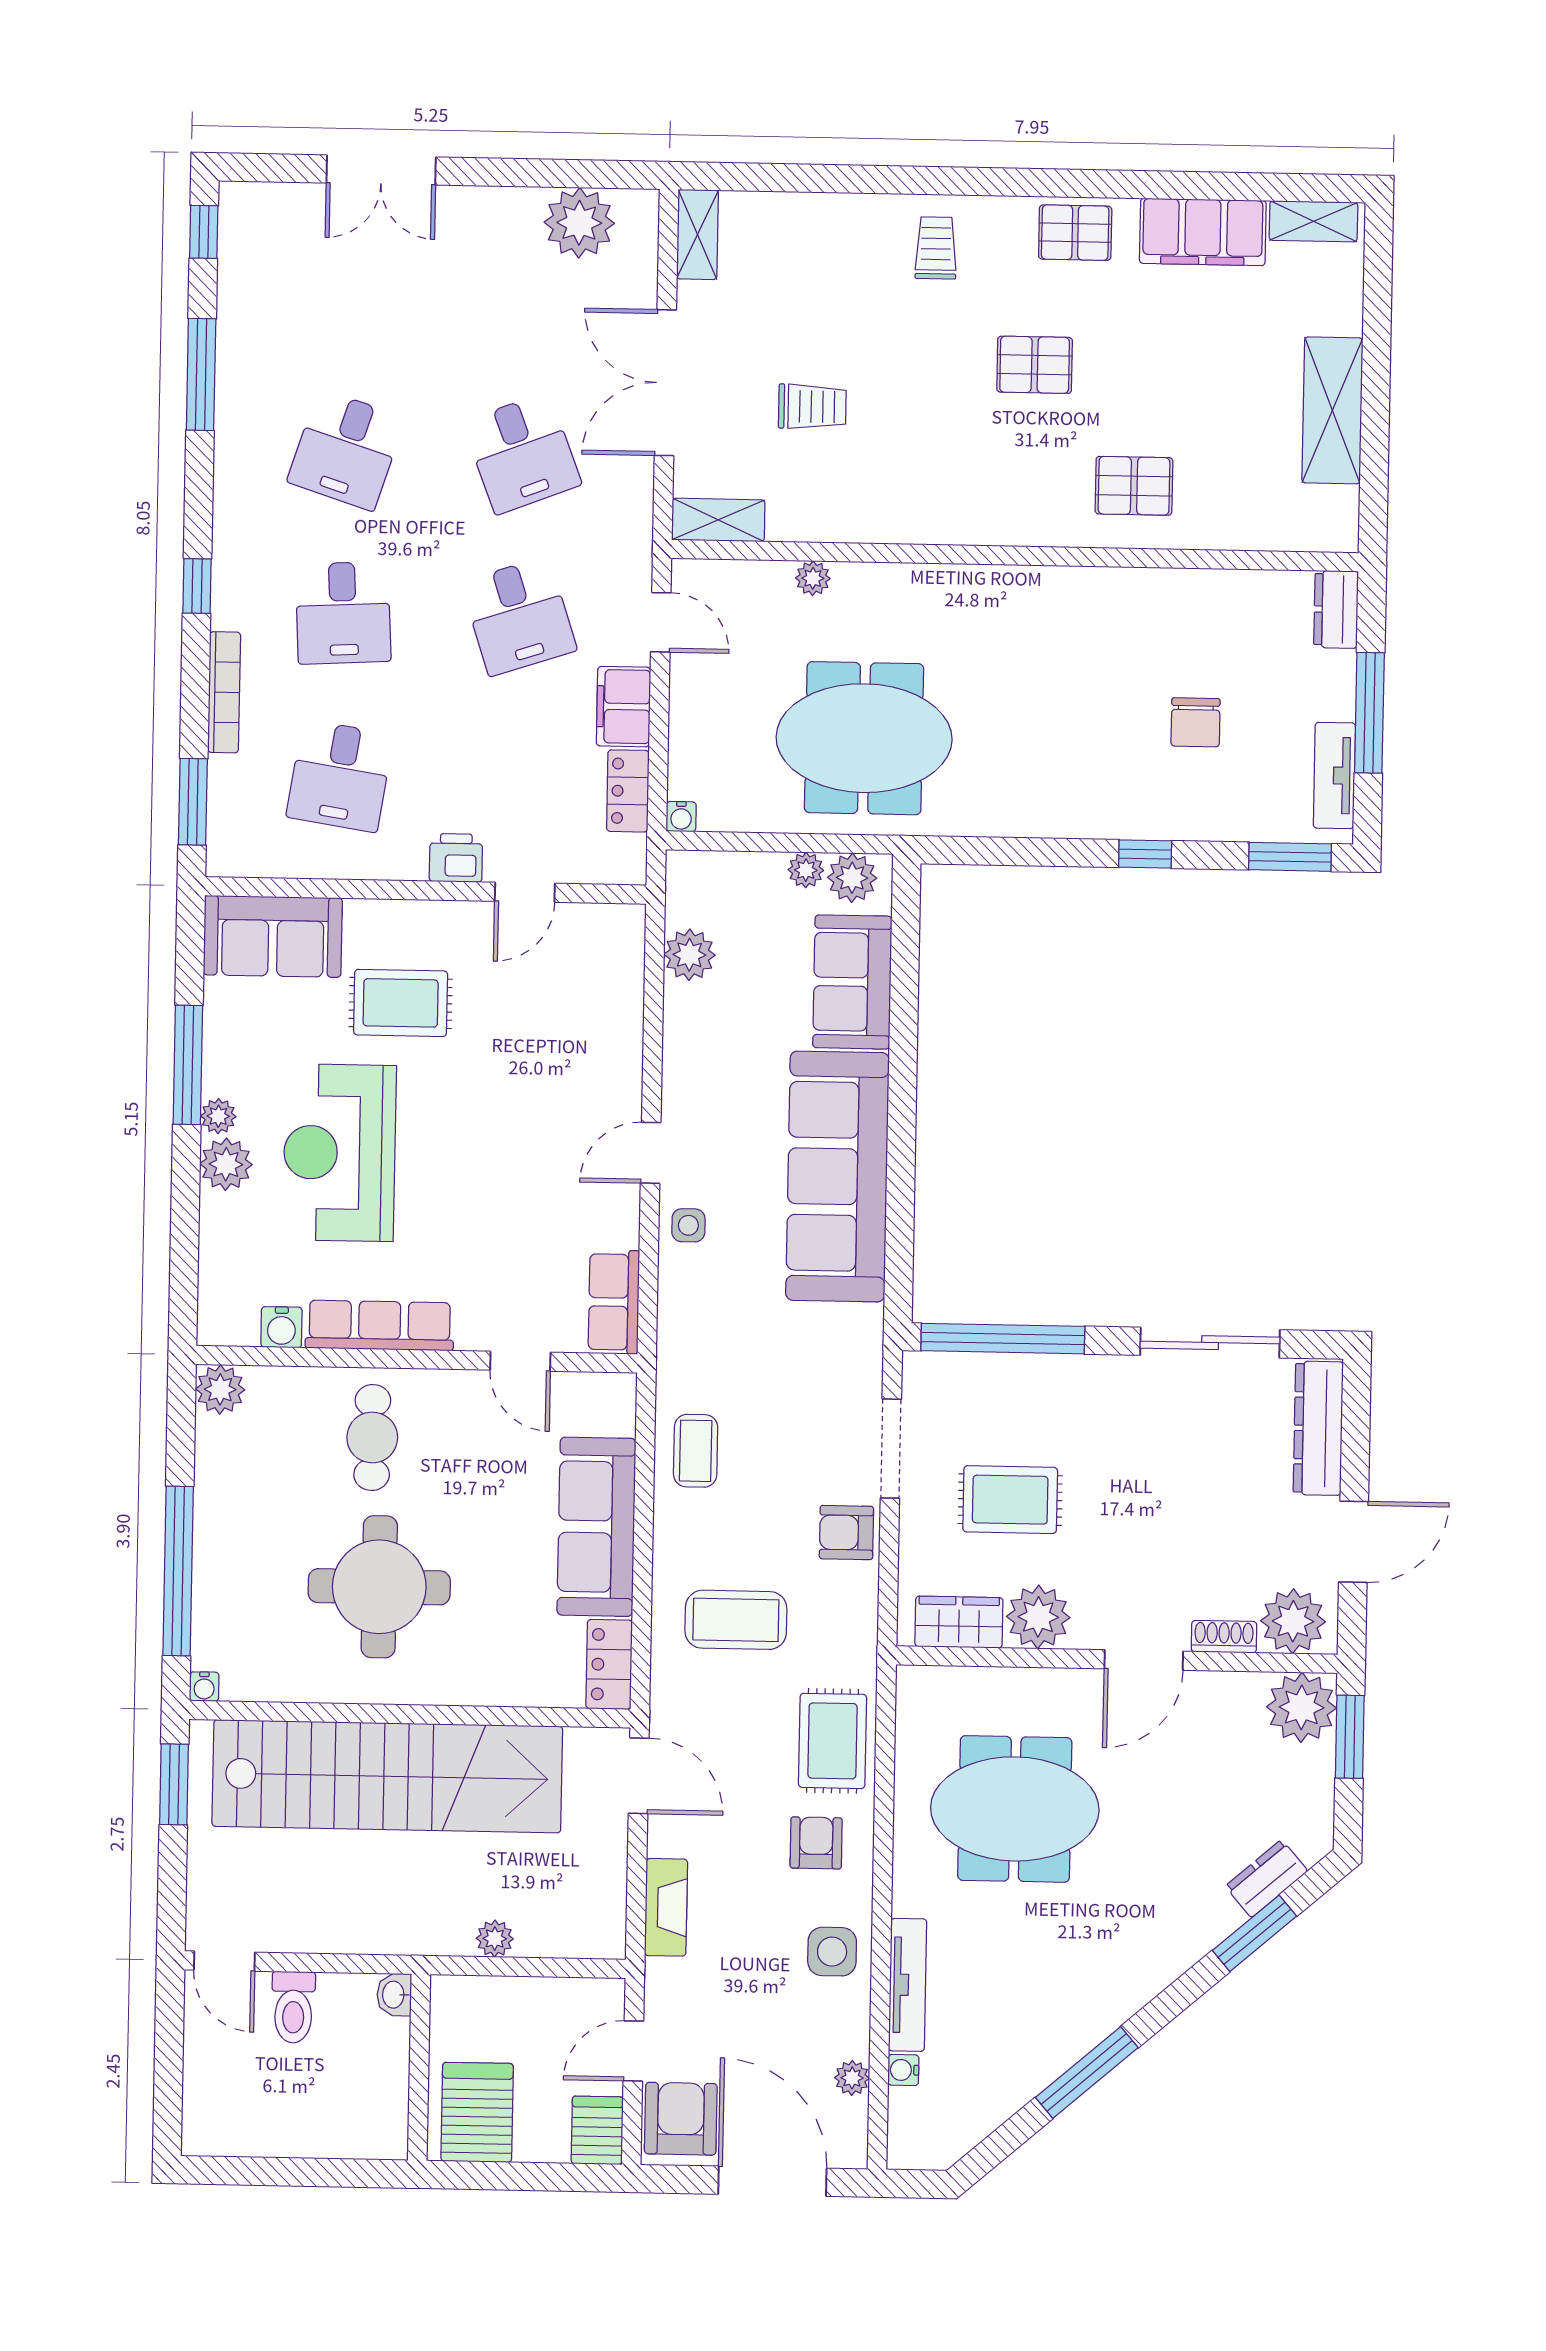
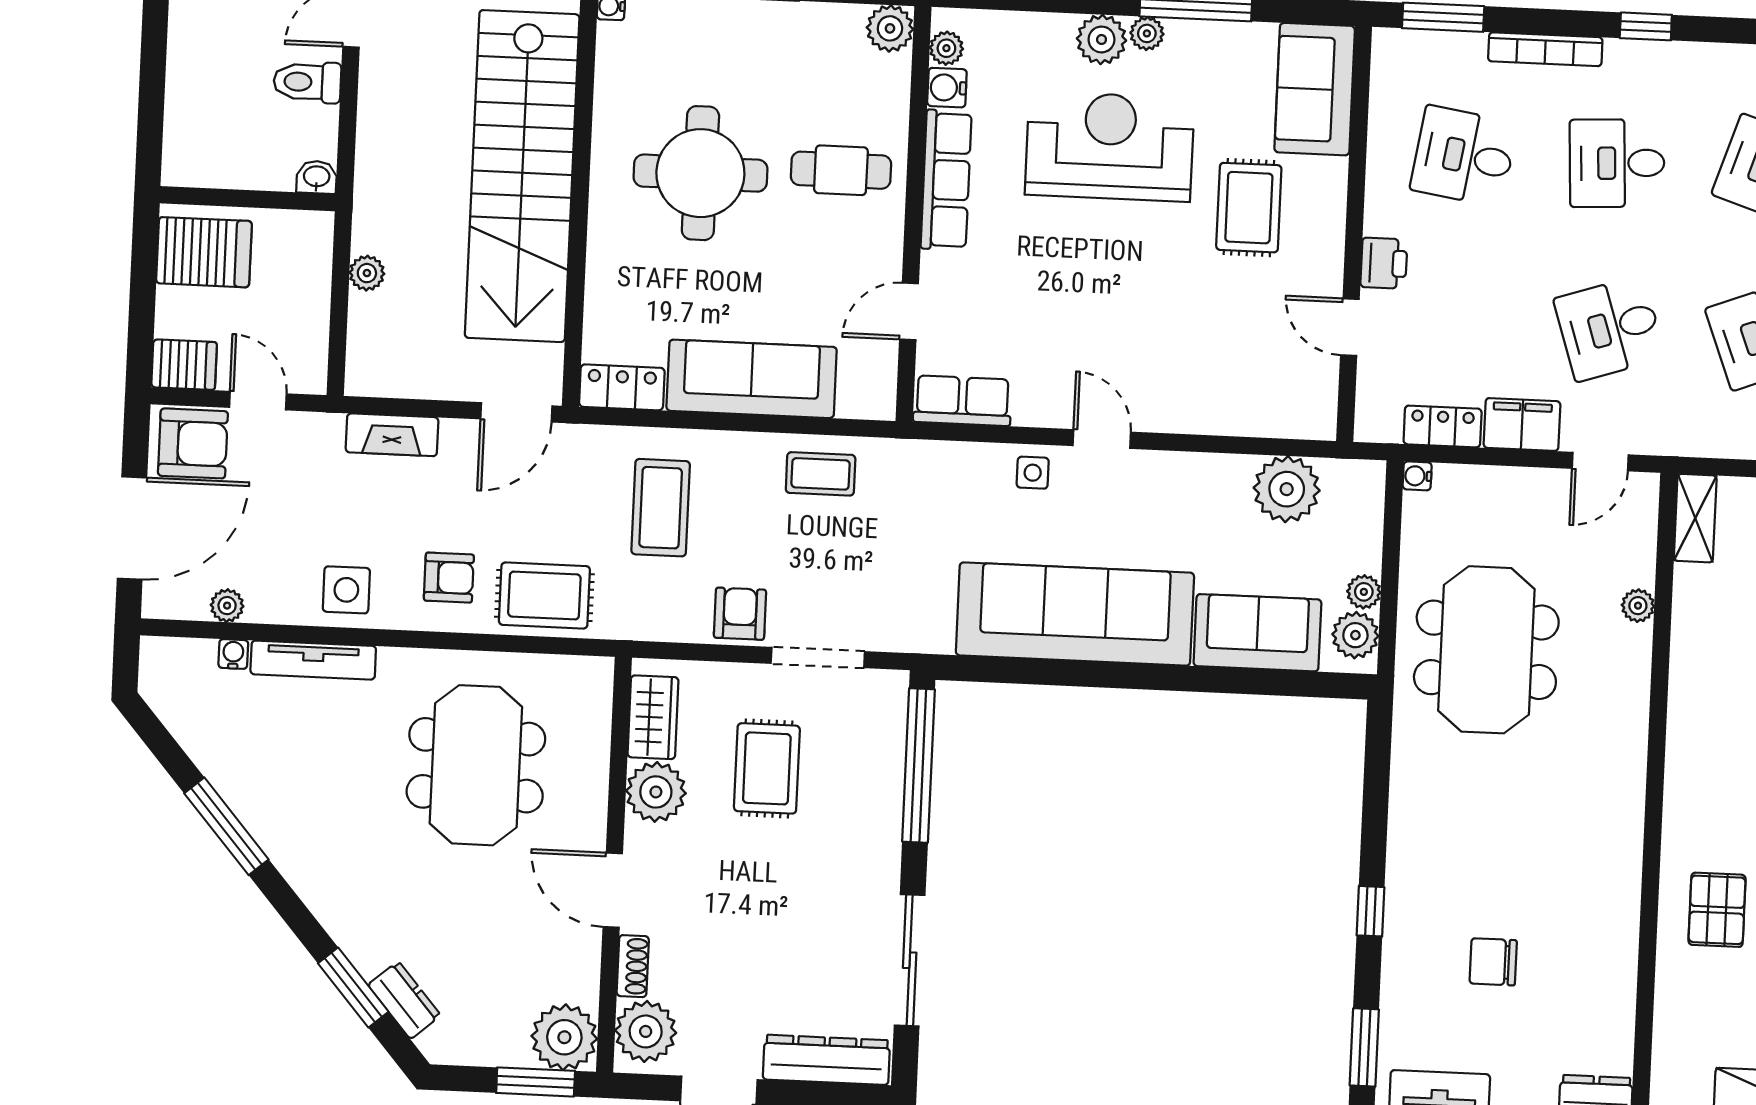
plant: (689, 955) -> (1287, 489), width x1.36, depth x1.36
plant: (240, 1329) -> (946, 48), added

